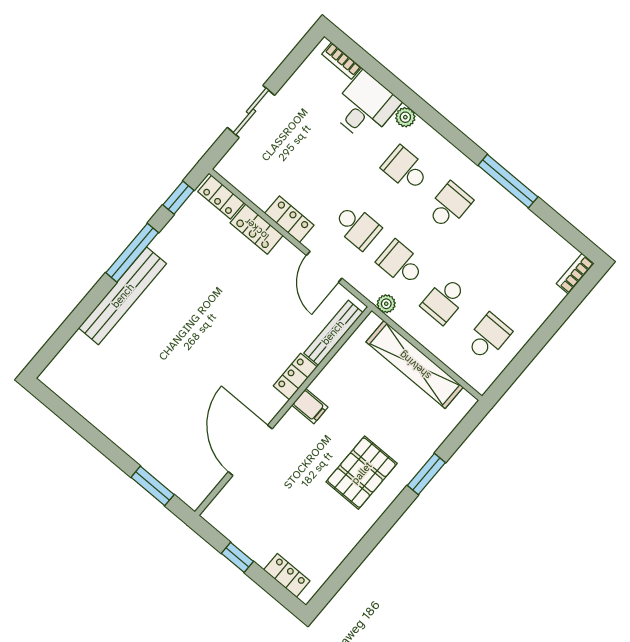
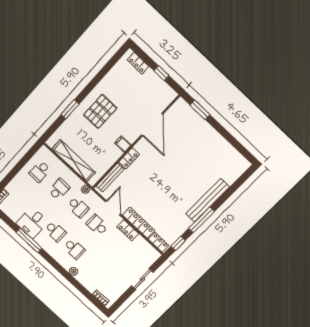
desk: (365, 107) -> (32, 223), moved
school desk: (449, 206) -> (55, 231), turned -90
locker: (257, 229) -> (139, 223), width x1.53

